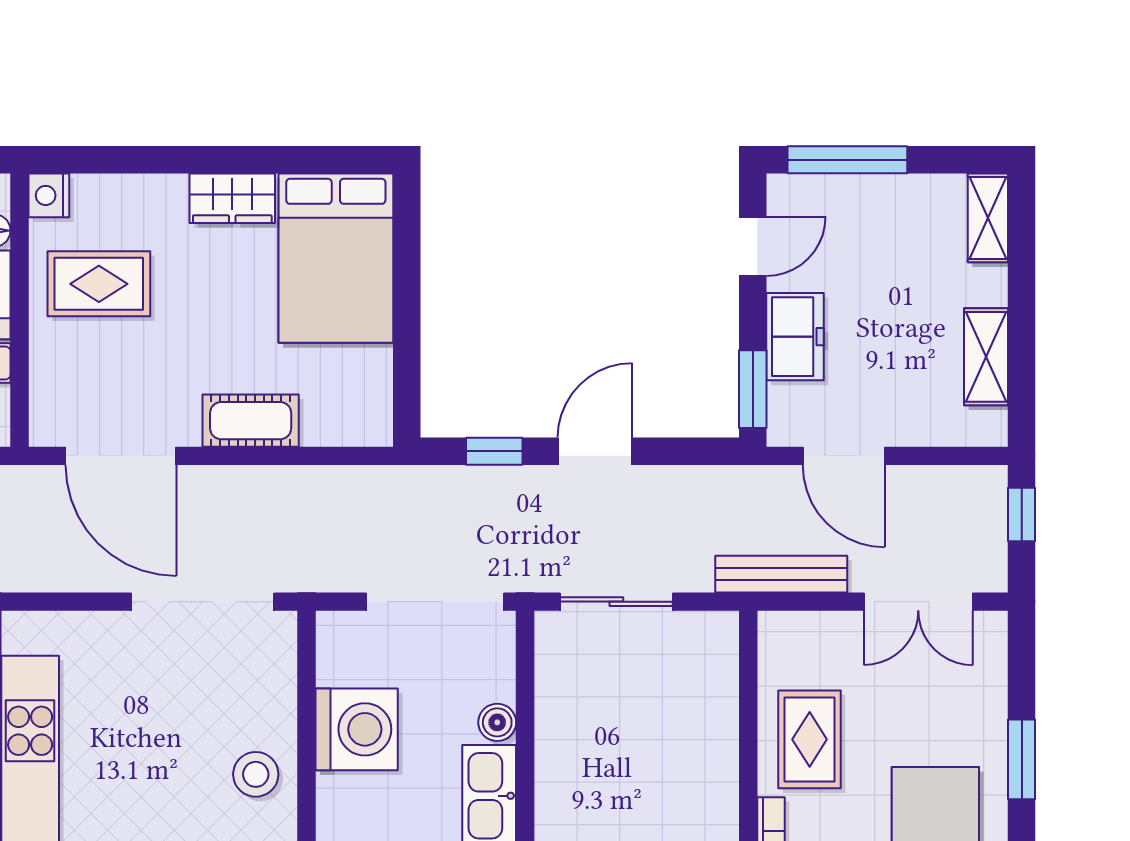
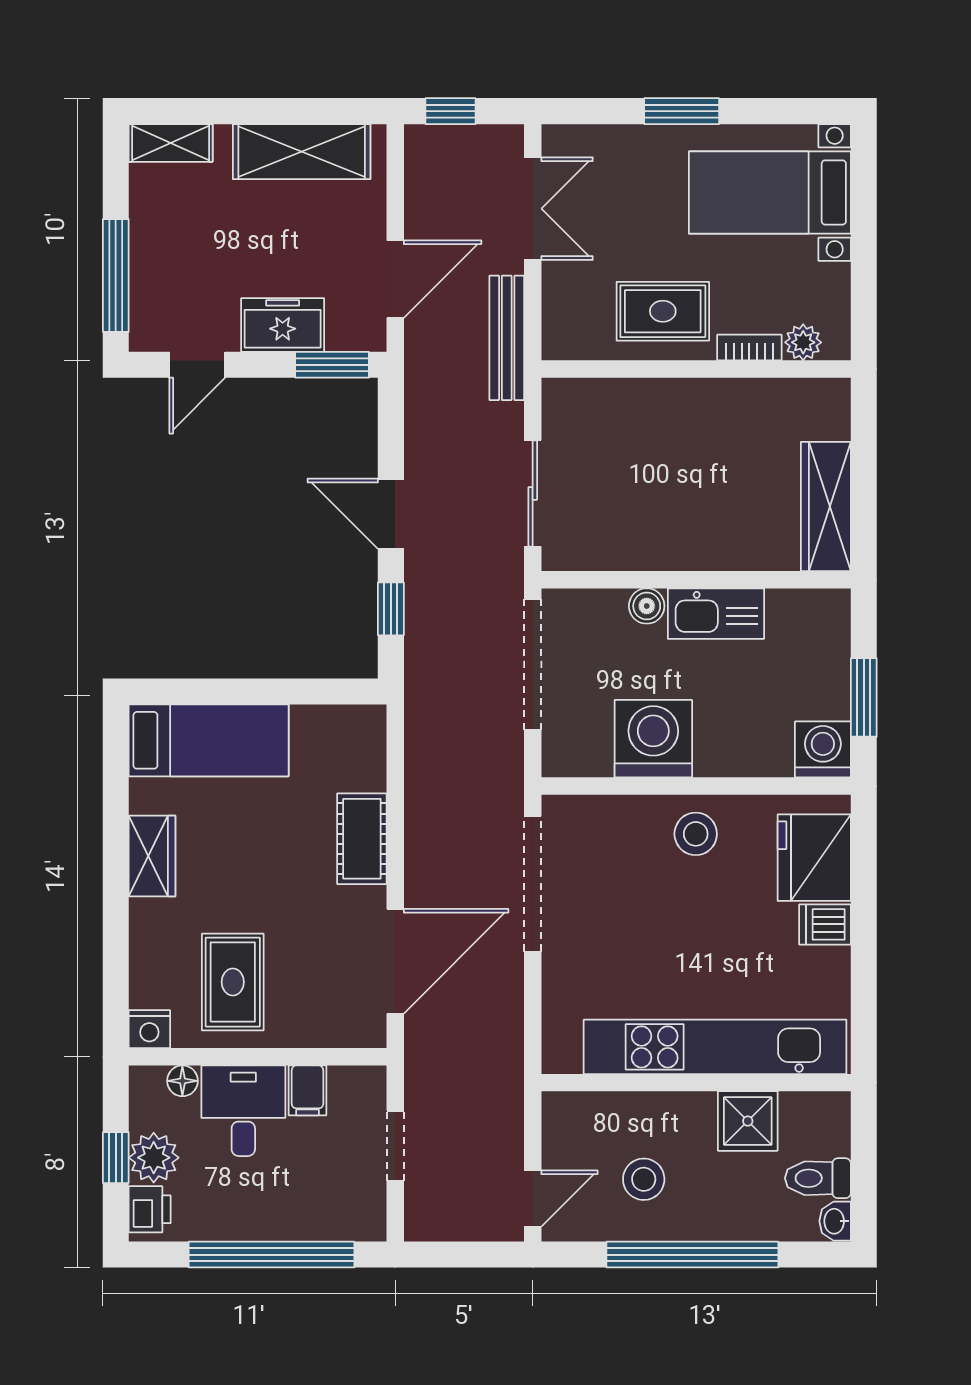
door: (753, 246) -> (197, 365), swing flipped
bed: (336, 258) -> (209, 740), width x0.67
shelving: (986, 357) -> (302, 152), width x1.50, depth x1.33

